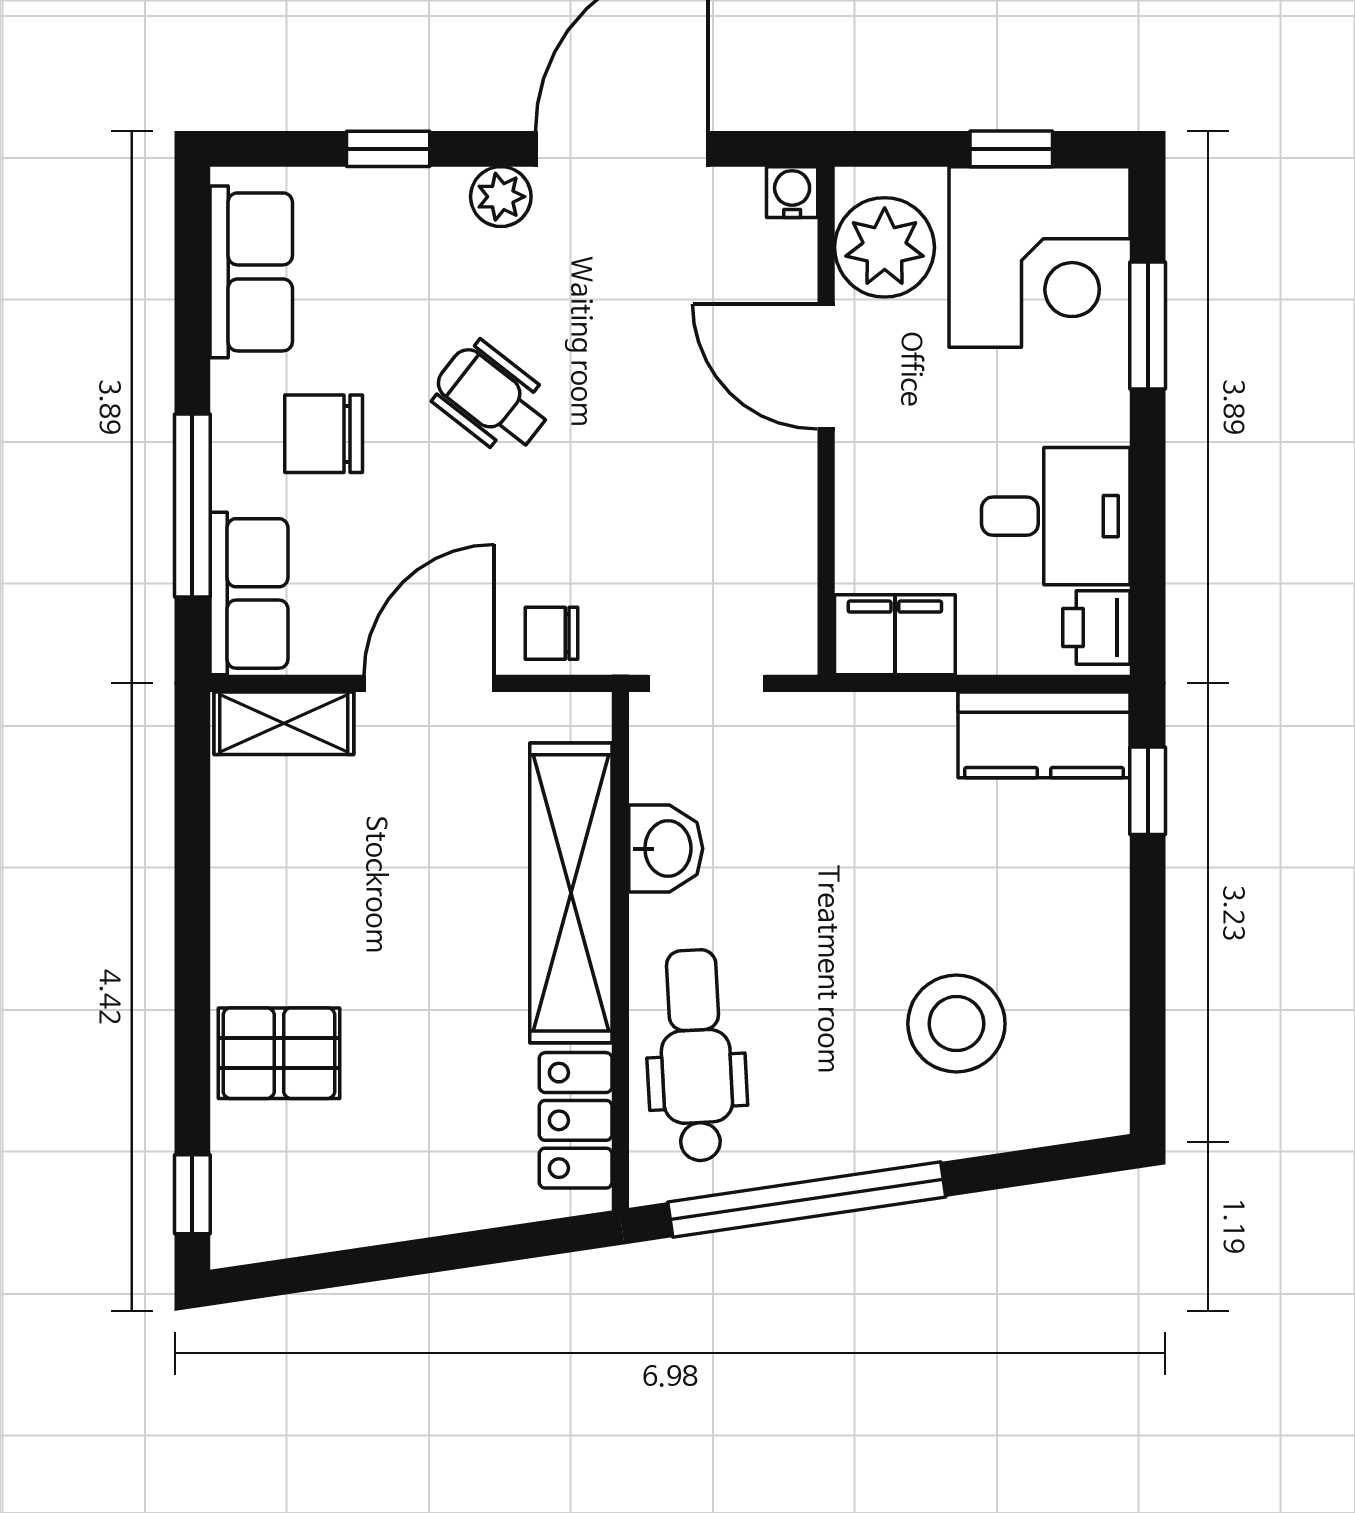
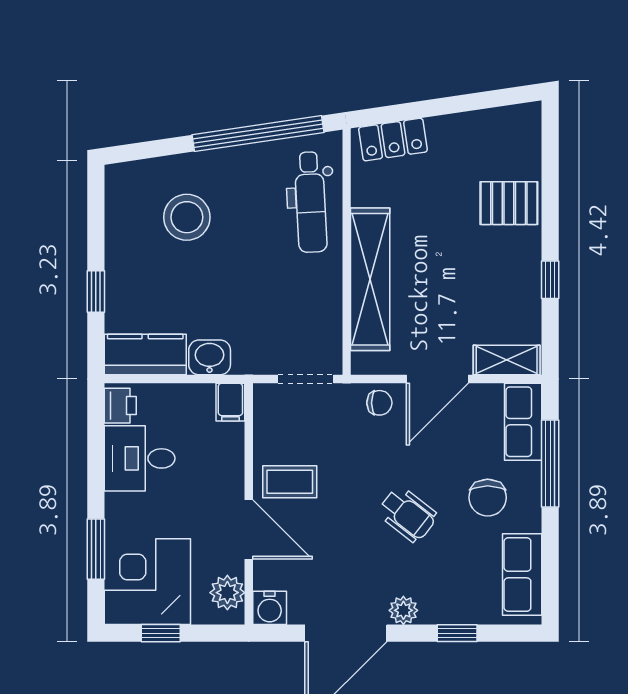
water cooler: (792, 192) -> (270, 608), width x1.38, depth x1.38
plant: (885, 247) -> (227, 593), width x0.73, depth x0.73
chair: (324, 434) -> (488, 498), turned 90
coffee table: (740, 467) -> (290, 482), added
filing cabinet: (895, 635) -> (230, 402), width x0.50
window: (1148, 791) -> (96, 292), moved
washbasin: (666, 849) -> (210, 357), moved, turned 90
locker: (576, 1120) -> (393, 140), moved, turned 82
window: (192, 1194) -> (550, 280), moved

